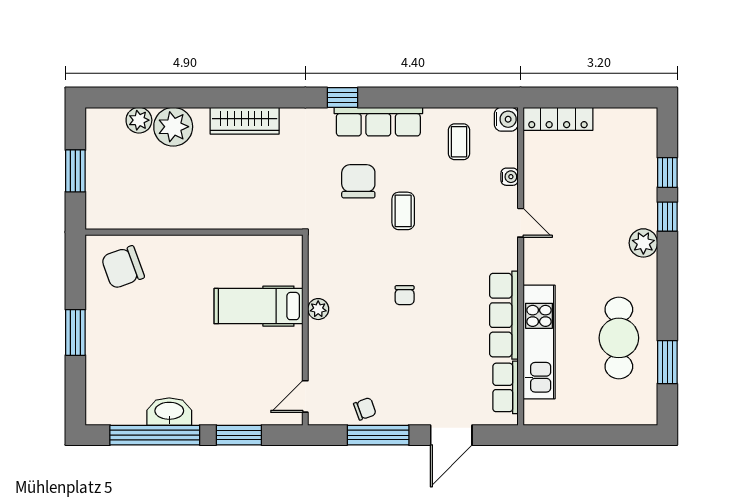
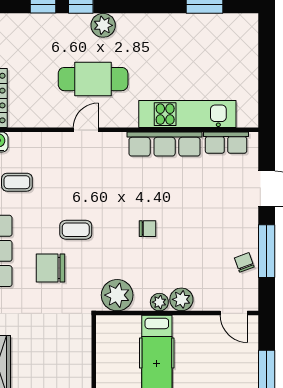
water cooler: (510, 177) -> (47, 139), removed
plant: (326, 259) -> (117, 295), added
plant: (321, 335) -> (181, 299), added
cafe table: (619, 338) -> (93, 79), moved

